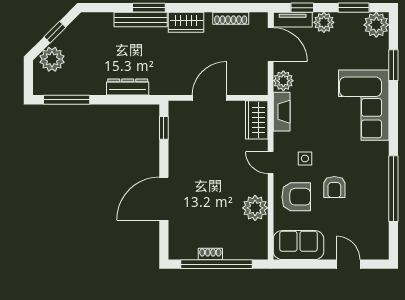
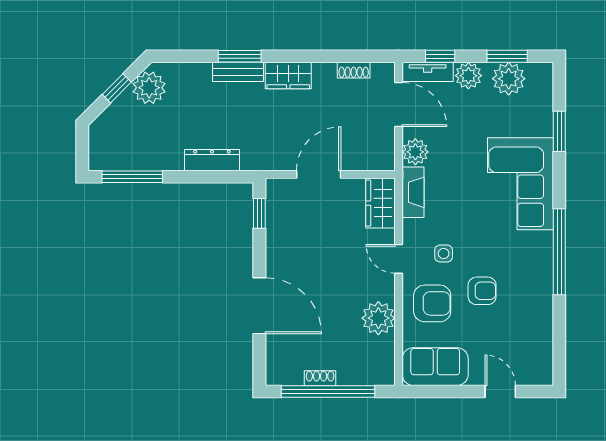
shoe rack: (231, 18) -> (354, 70), width x0.70
bench: (141, 20) -> (238, 72), width x0.73
plant: (376, 25) -> (509, 79), moved
plant: (52, 59) -> (149, 88), moved
armchair: (334, 187) -> (482, 291), turned -90
window: (393, 189) -> (559, 252), moved
door: (164, 199) -> (259, 306), swing flipped

